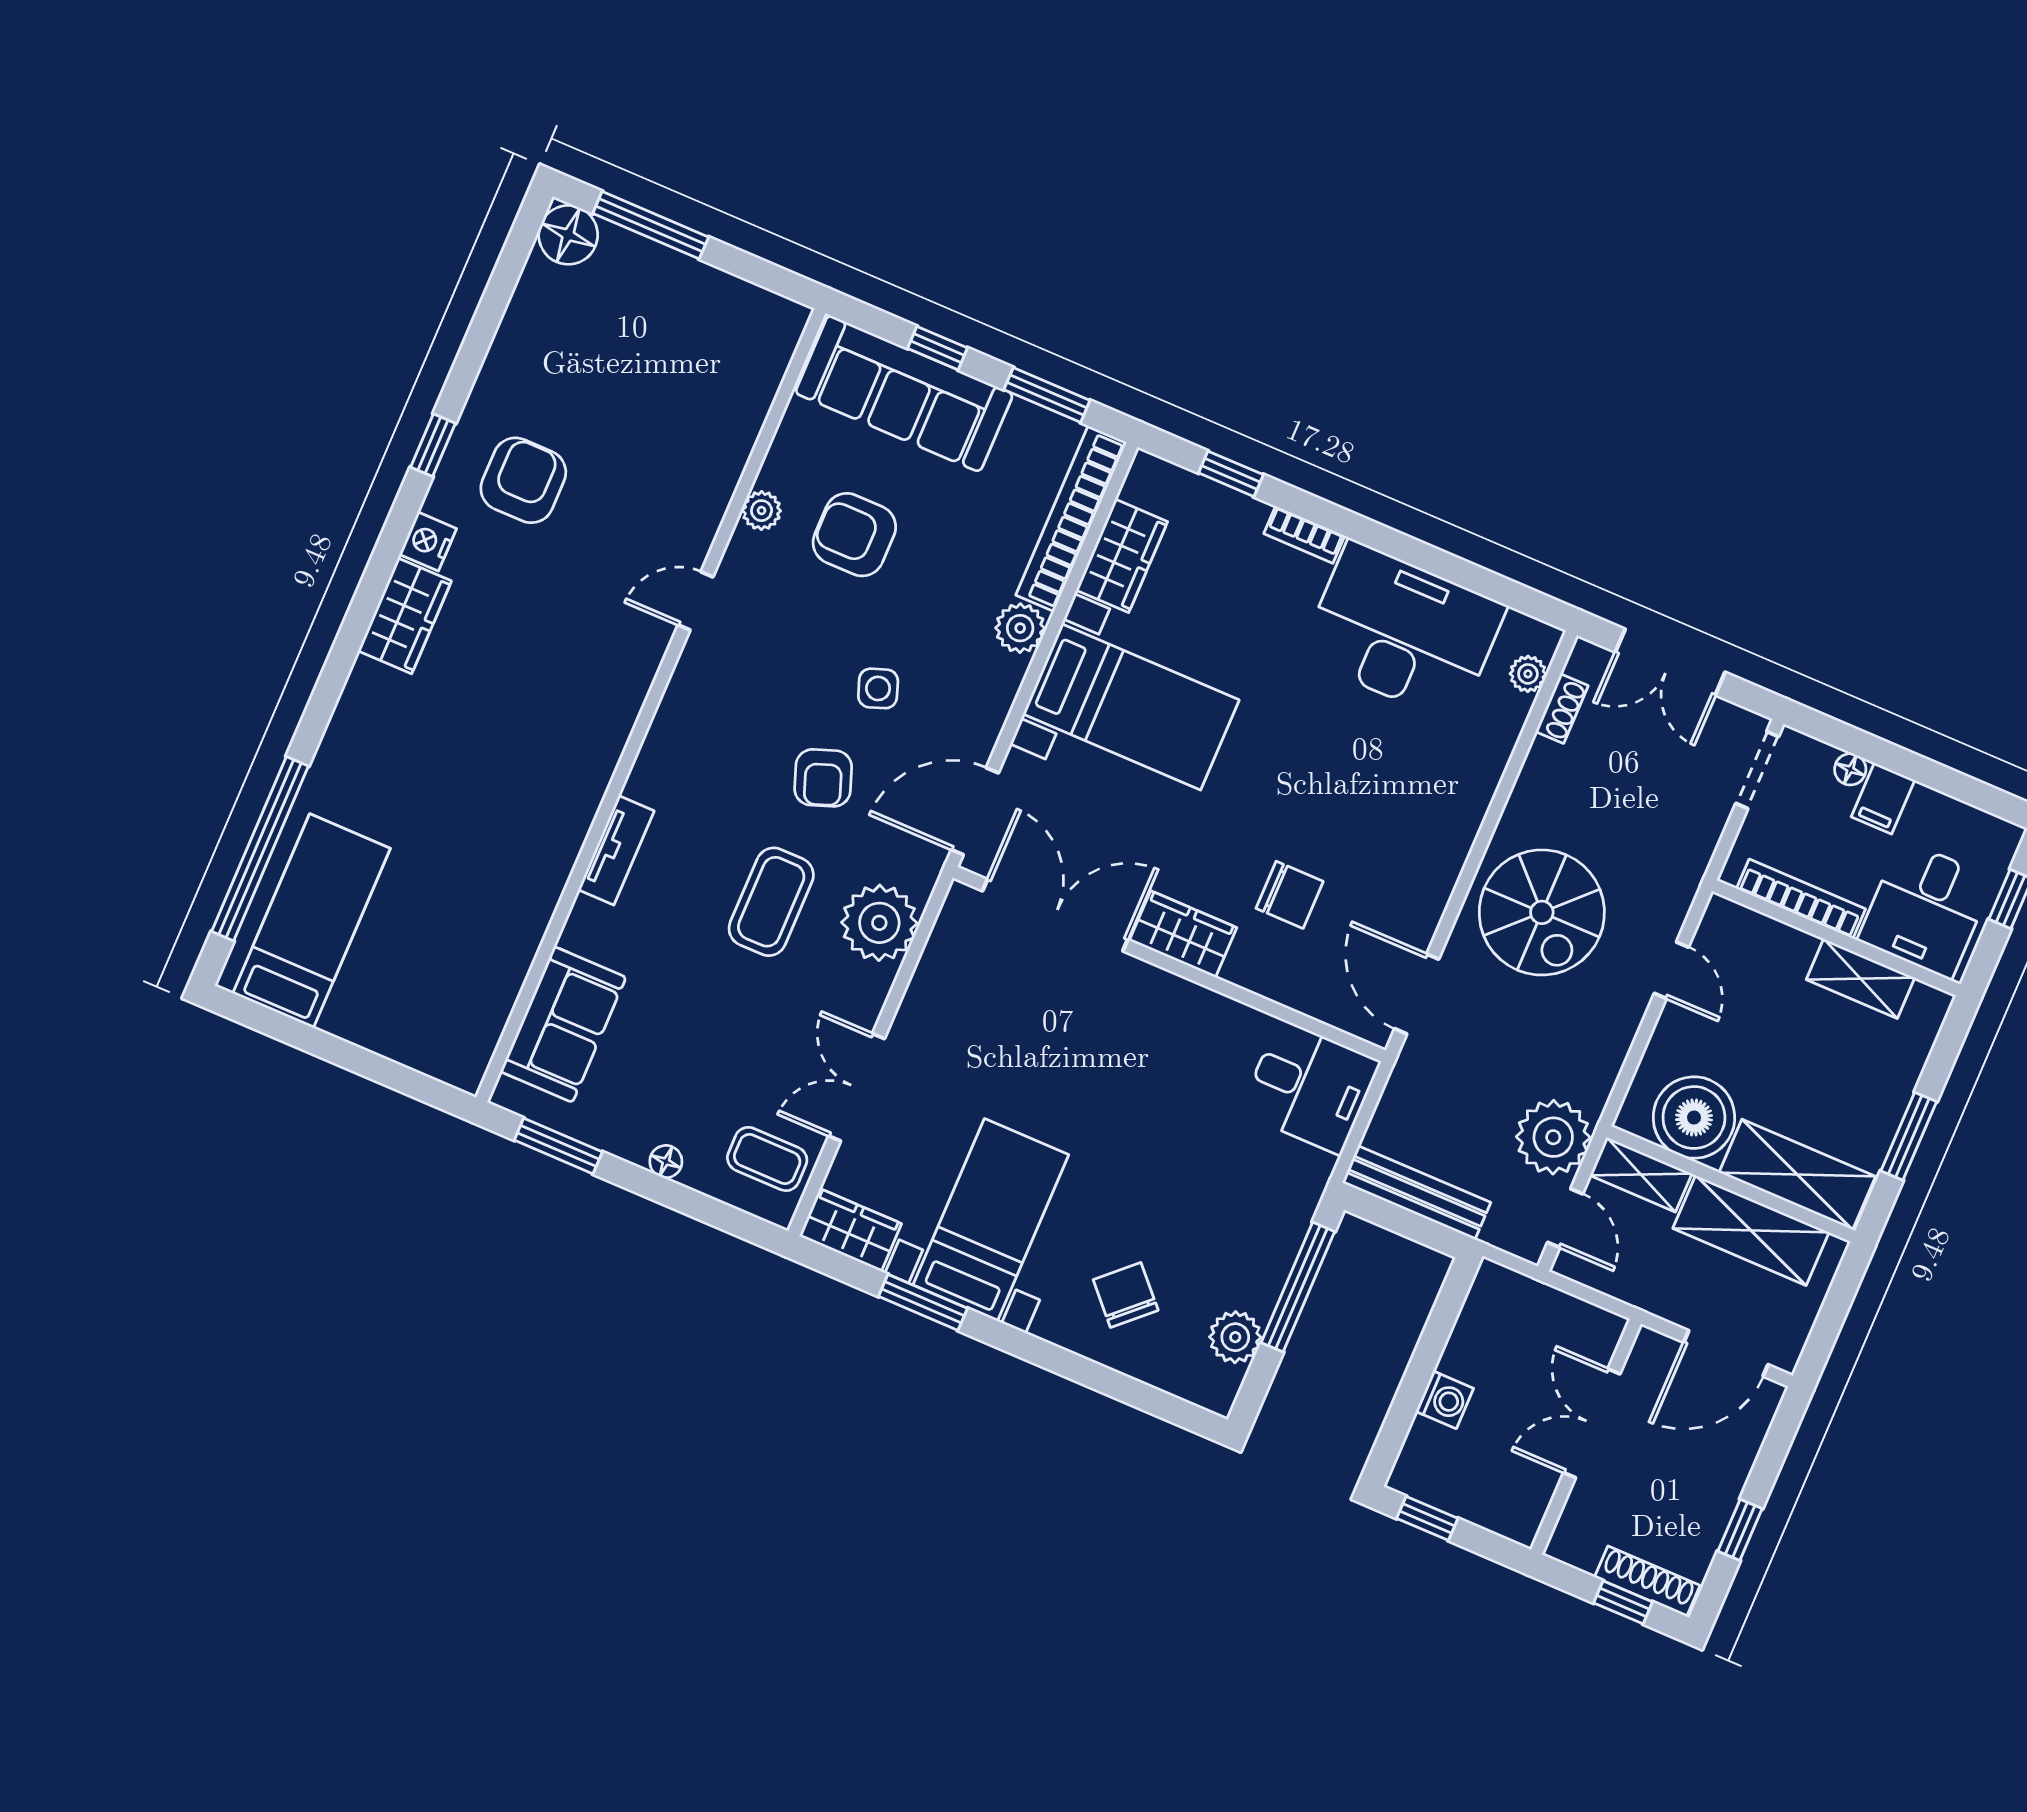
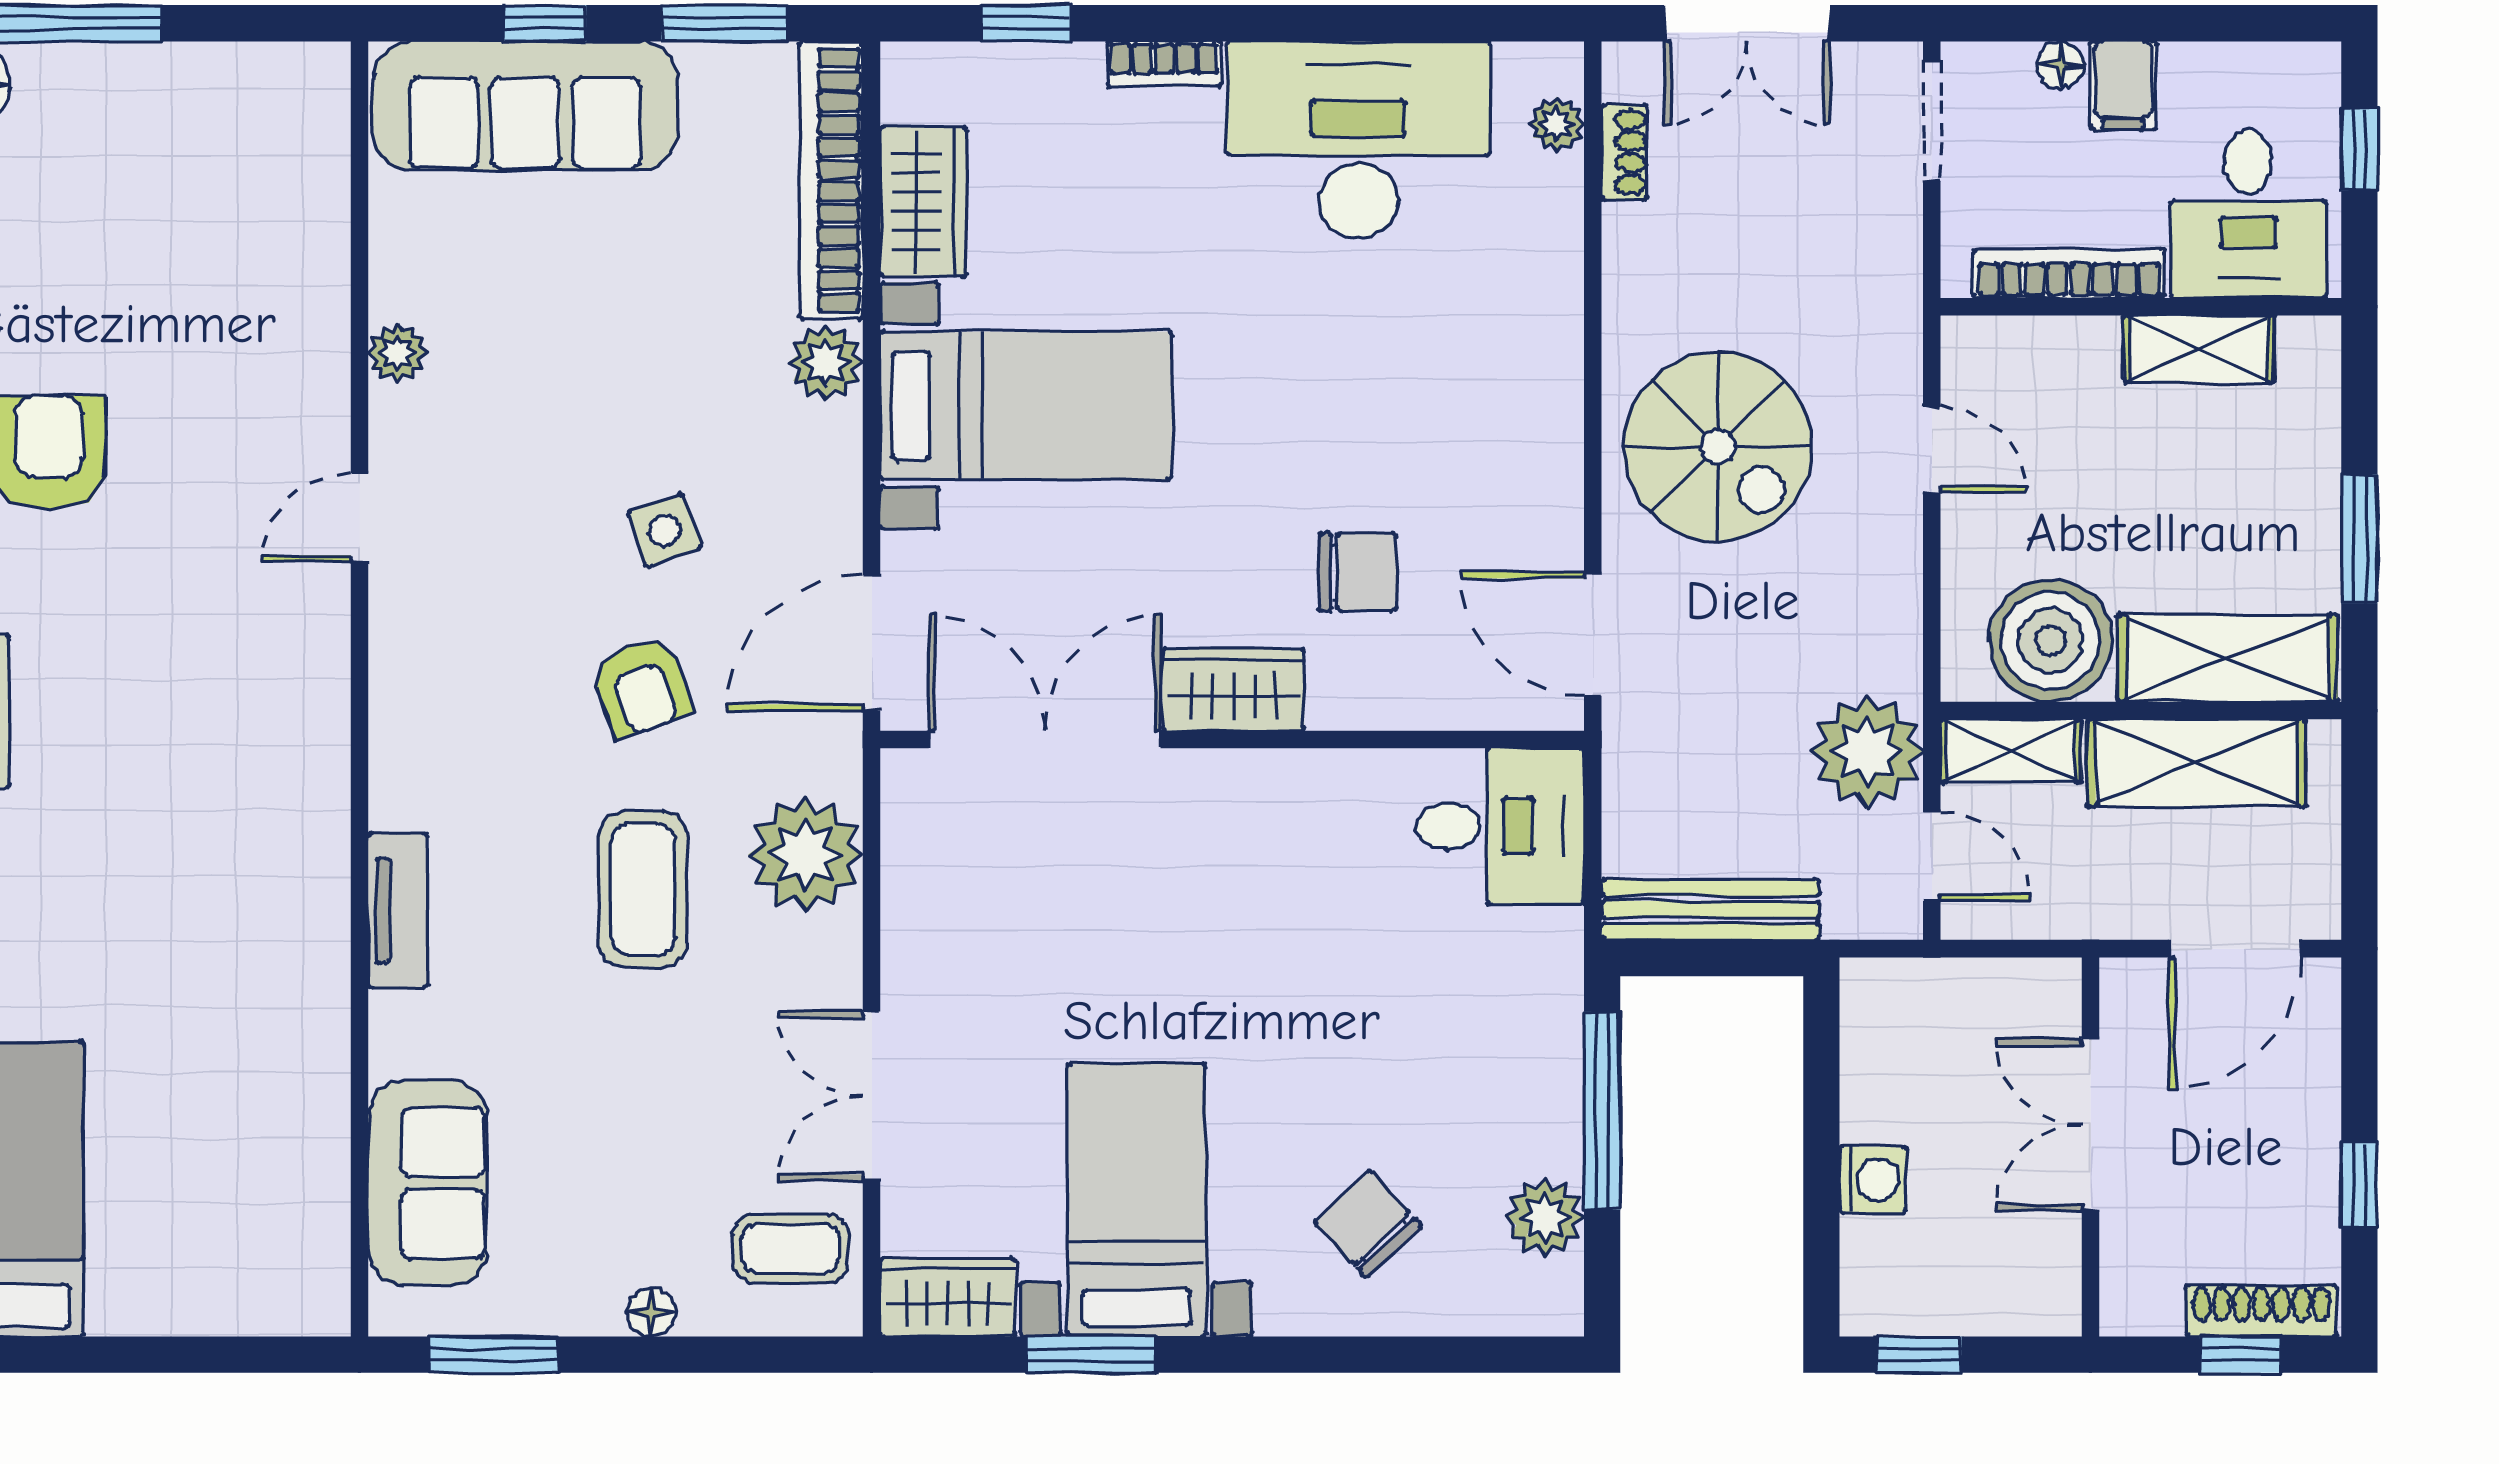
armchair: (854, 535) -> (540, 331), removed

